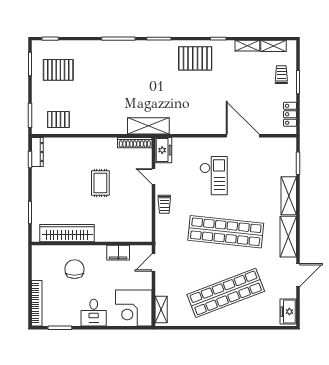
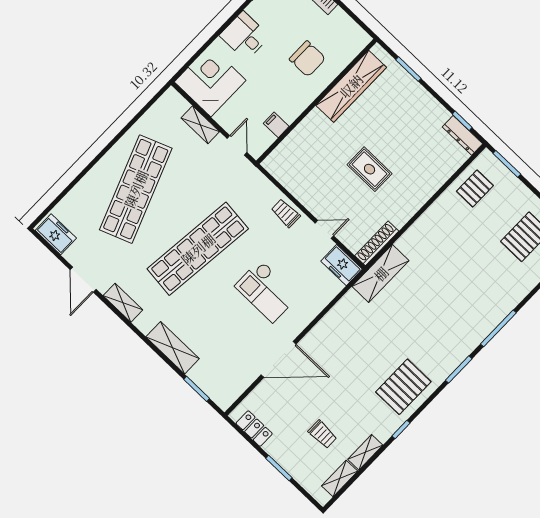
trolley: (281, 75) -> (322, 434), moved
shelving: (288, 237) -> (123, 303), width x0.67, depth x0.75
filing cabinet: (118, 253) -> (276, 125), width x0.50
shelving: (161, 310) -> (200, 125), moved

